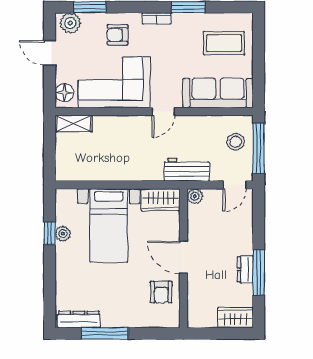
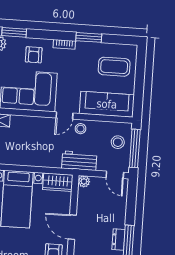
armchair: (118, 35) -> (34, 55), turned -90
stool: (186, 127) -> (80, 129), added
door: (235, 185) -> (115, 175), hinge flipped

